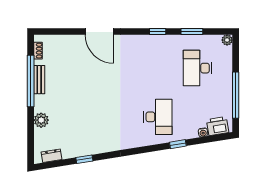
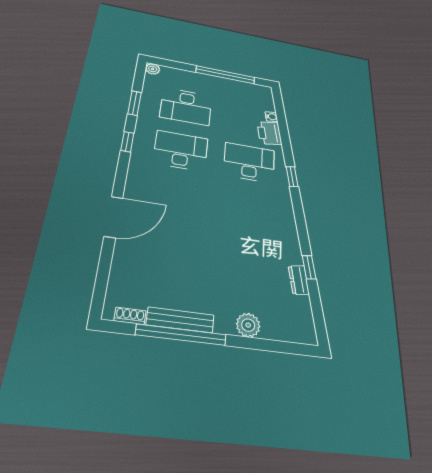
desk: (158, 68) -> (181, 151), added
bench: (39, 80) -> (180, 320), width x1.36
printer: (218, 126) -> (269, 133), moved
window: (178, 144) -> (292, 177), moved
dresser: (52, 156) -> (299, 280), moved

